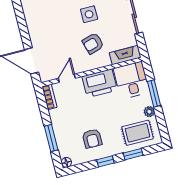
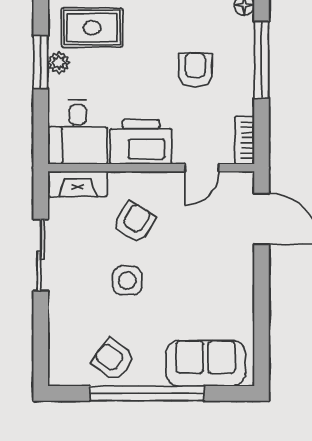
armchair: (93, 43) -> (134, 222), turned -41
window: (154, 93) -> (41, 62), moved
window: (51, 138) -> (262, 60), width x1.44
armchair: (92, 138) -> (195, 70), moved

